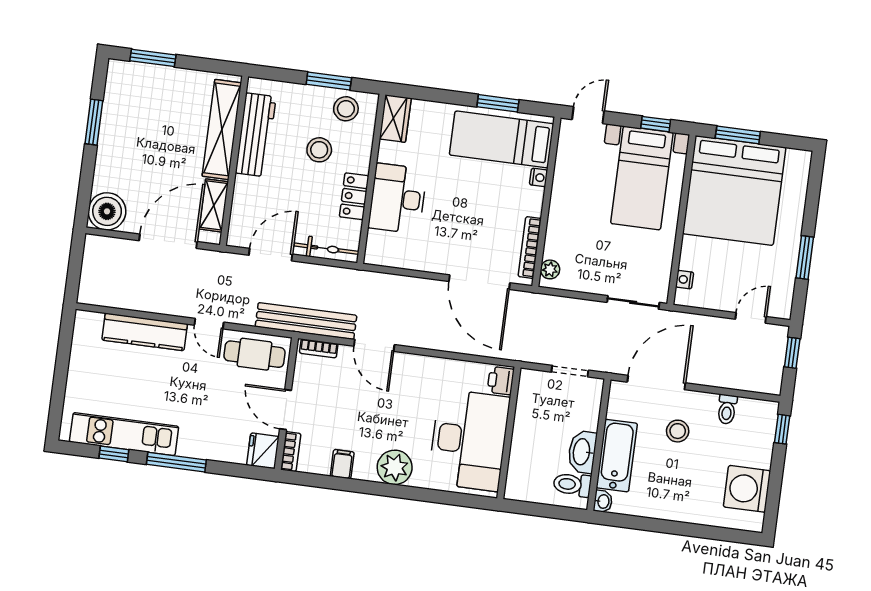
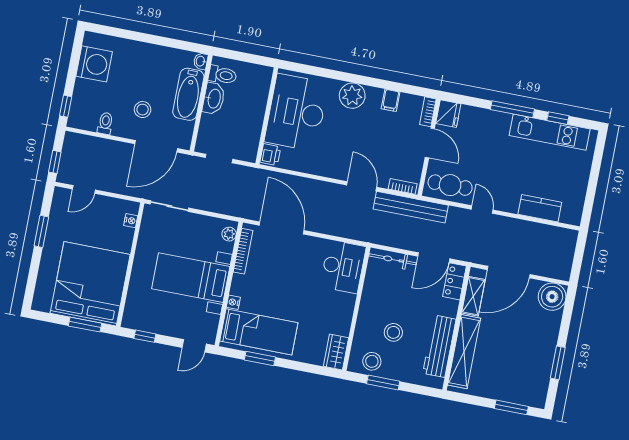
bed with nightstands: (642, 178) -> (191, 278), moved, turned -90
locker: (354, 196) -> (454, 281), moved, turned 180
desk: (398, 199) -> (343, 267), moved
kitchen counter: (145, 332) -> (540, 208), width x0.67

